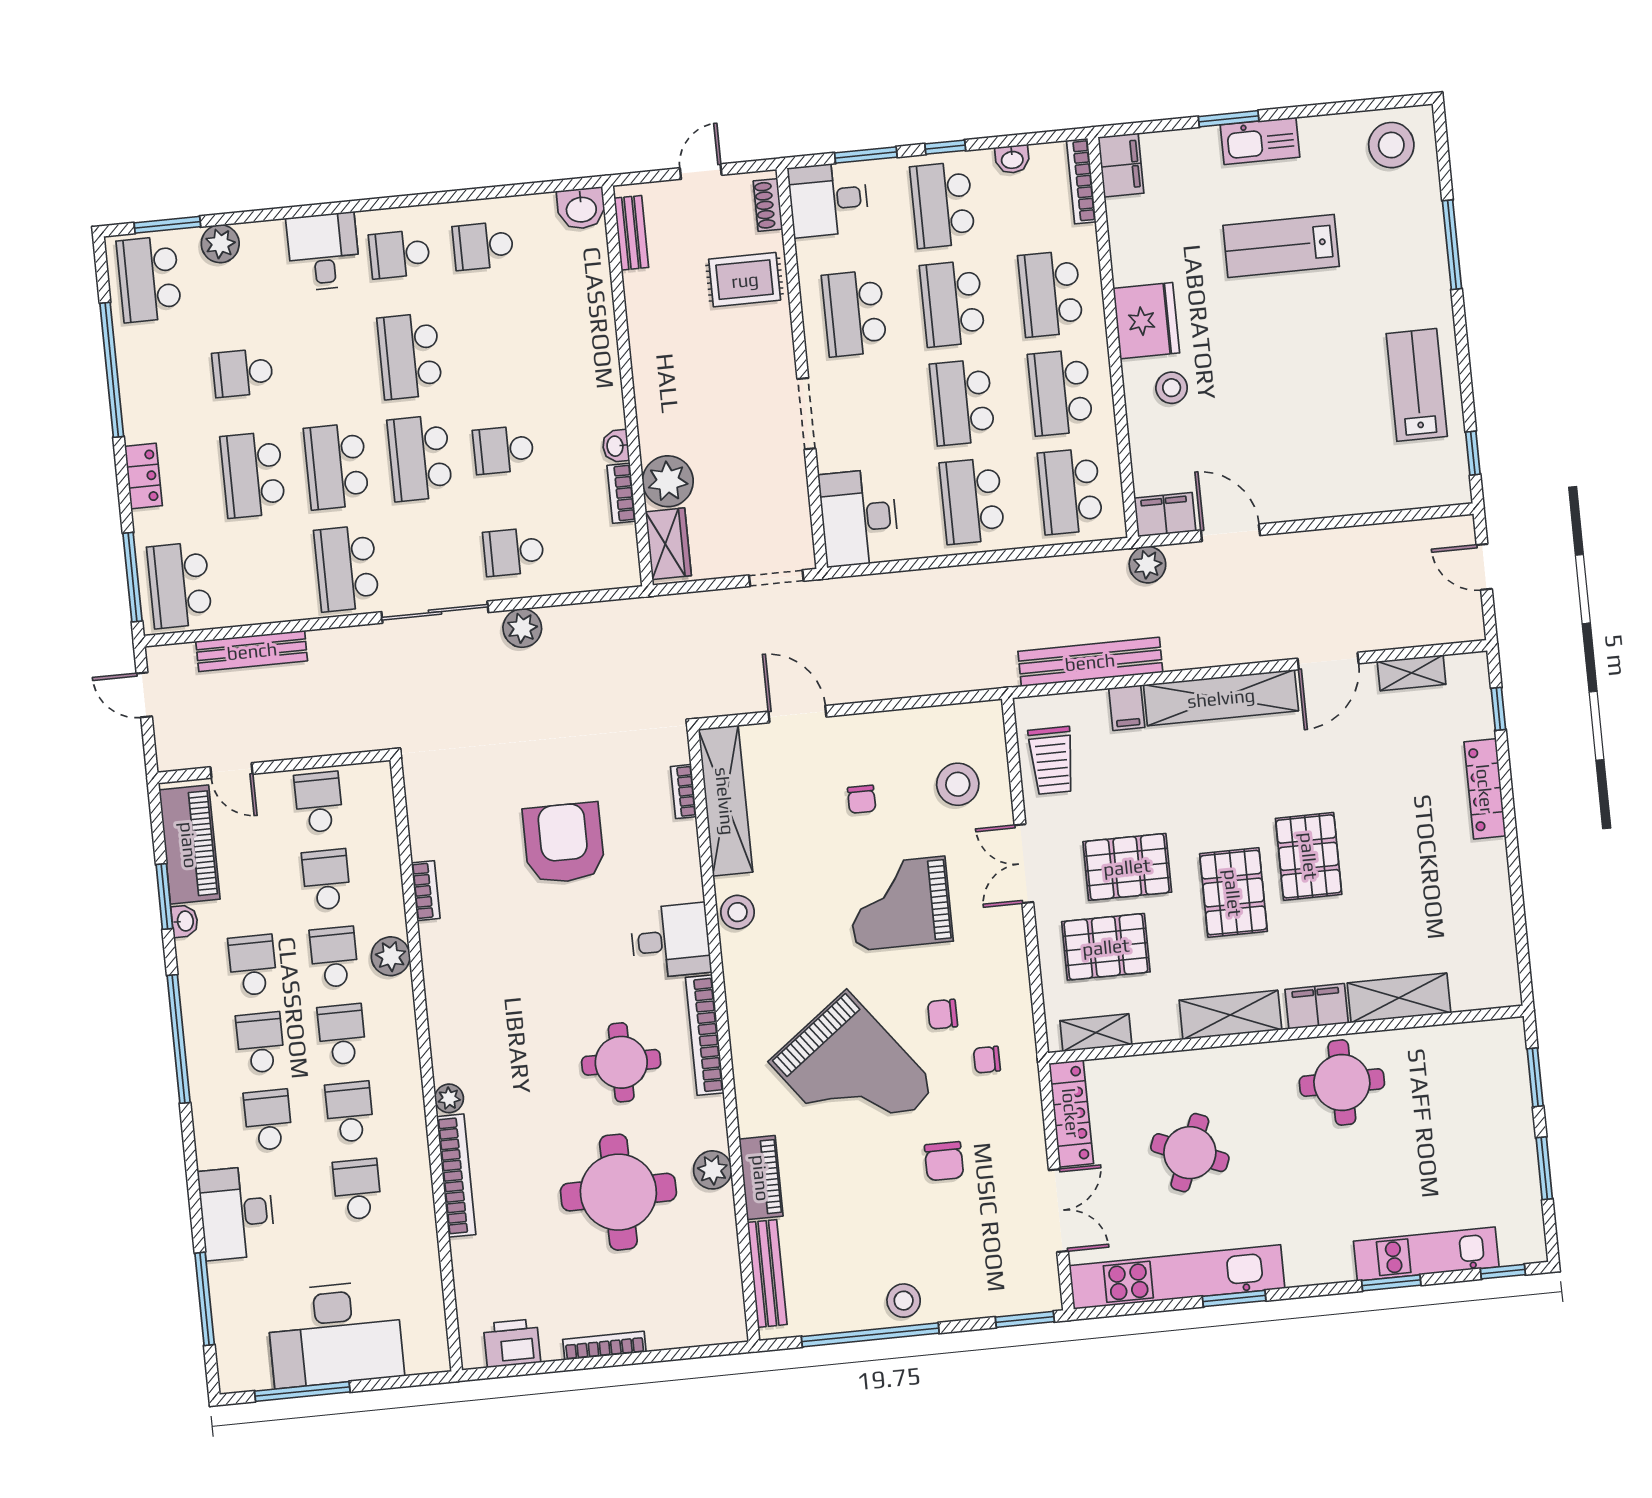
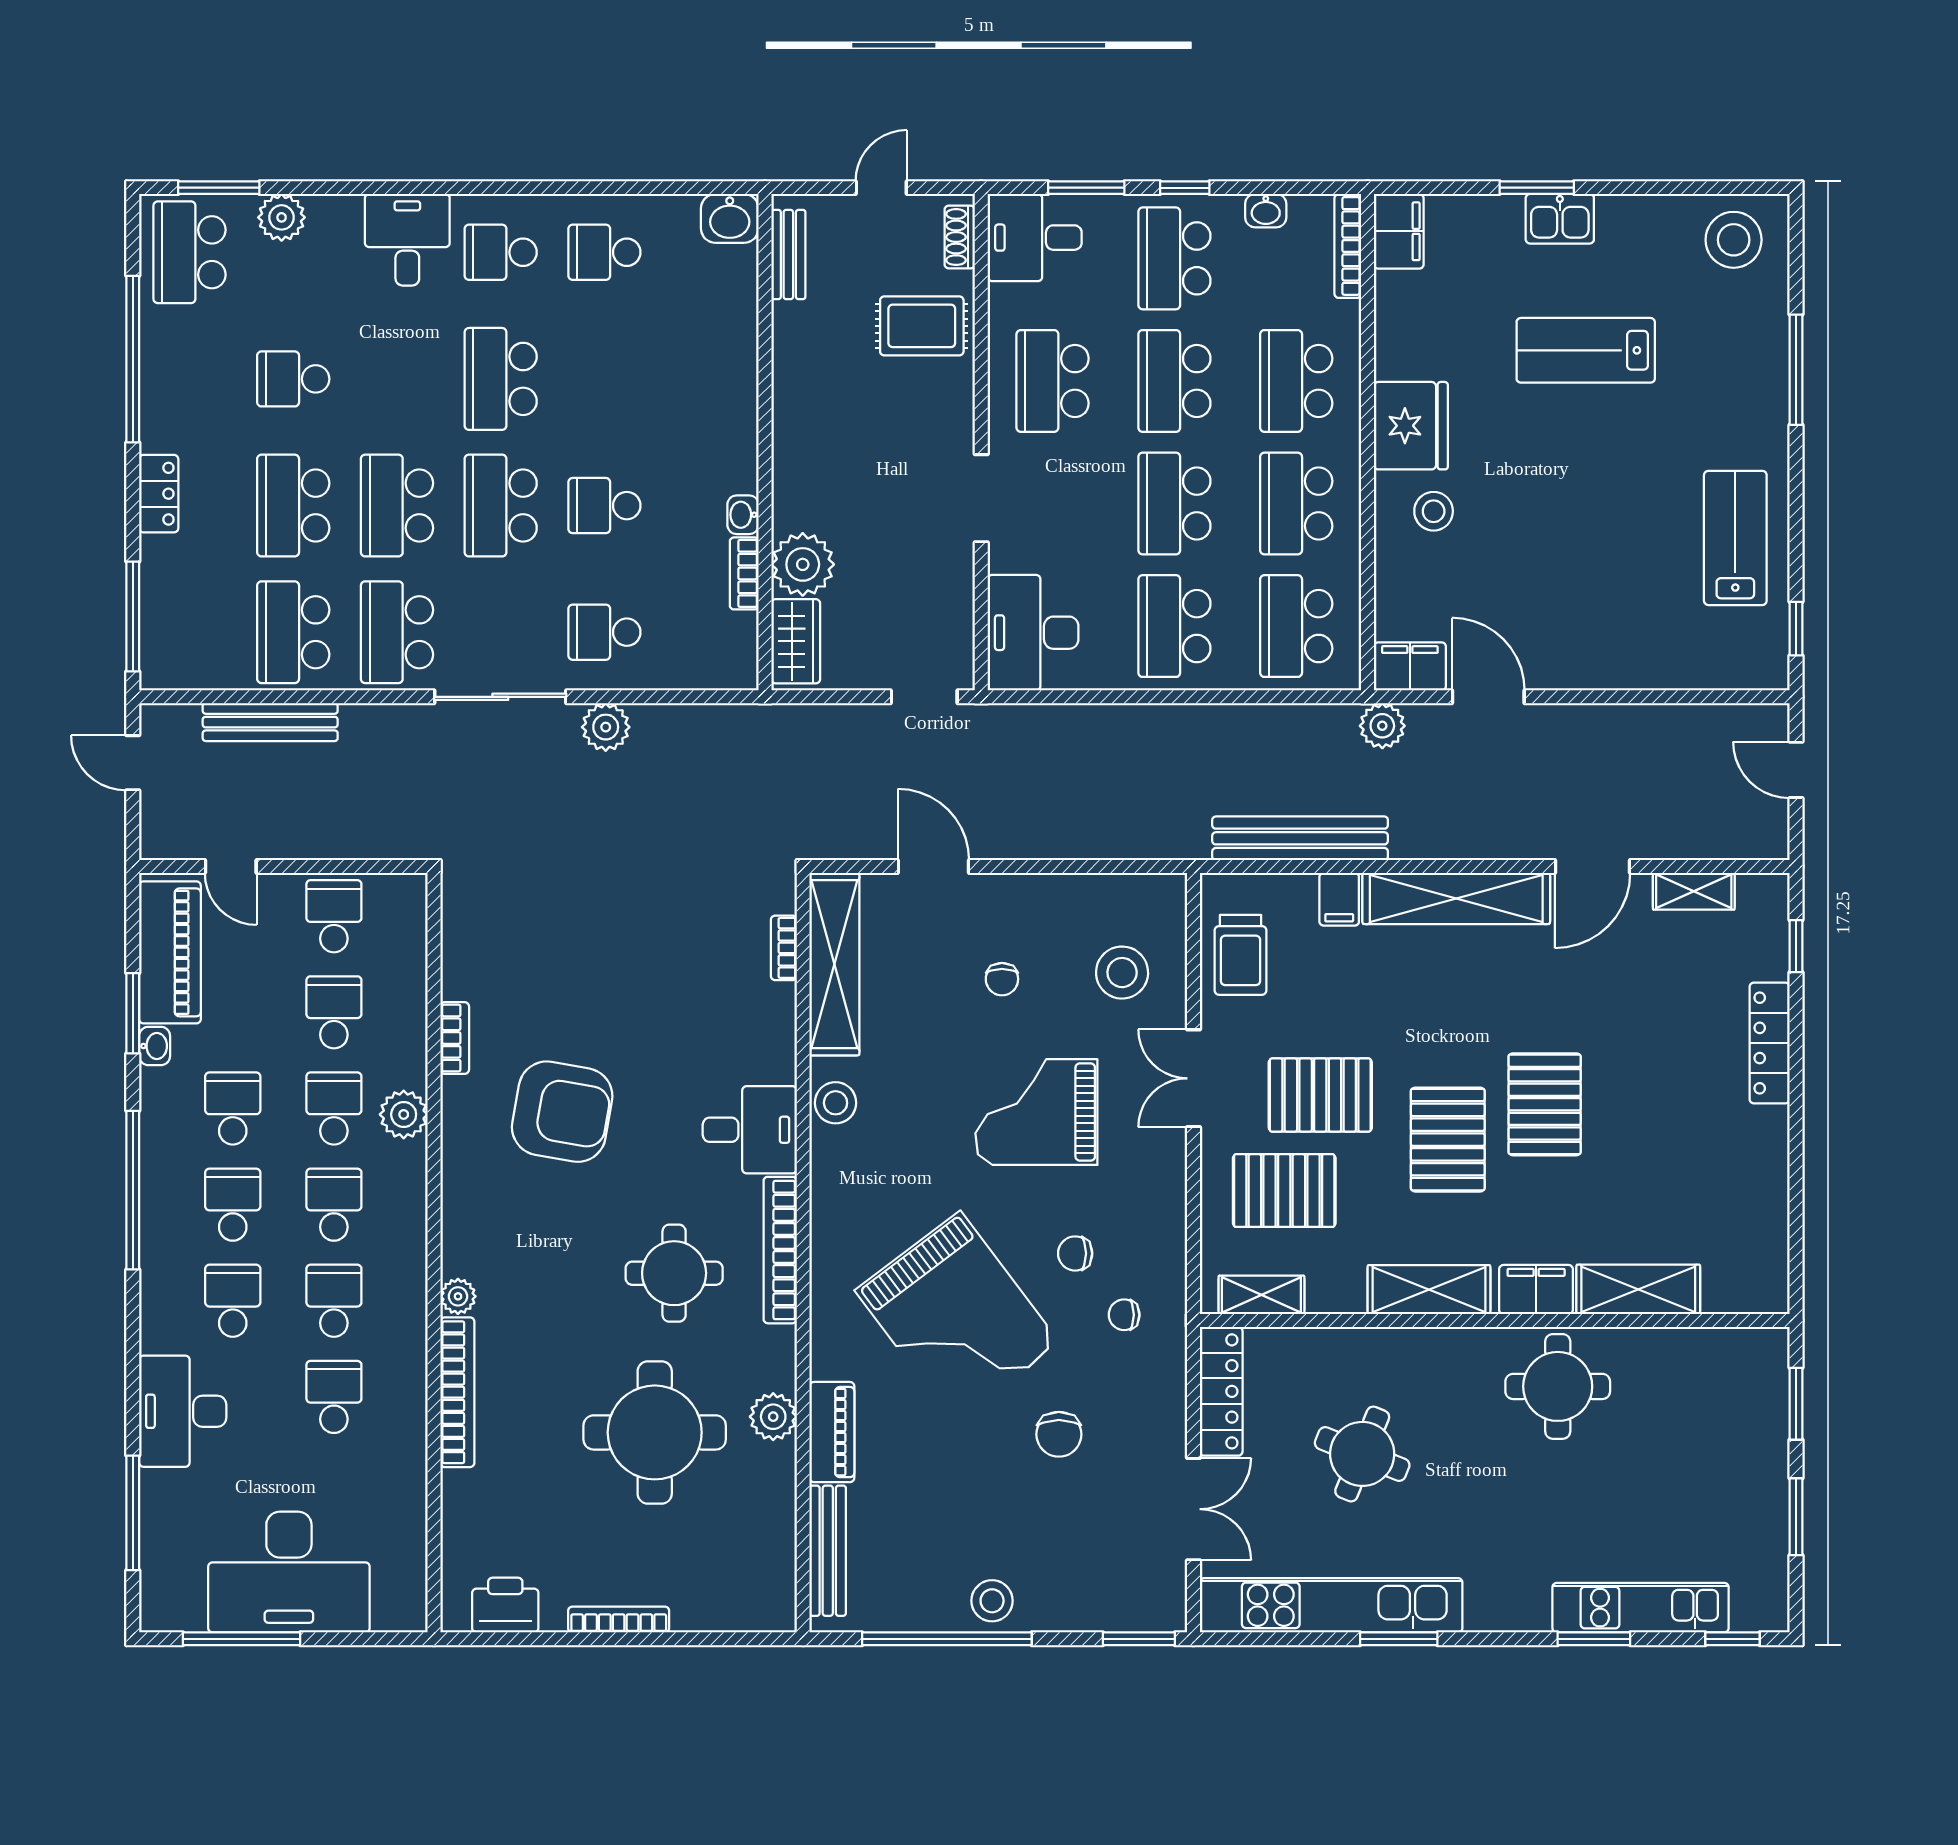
kitchen sink: (1260, 141) -> (1560, 219), width x0.73
school desk: (180, 585) -> (293, 632), moved
armchair: (564, 843) -> (562, 1112), moved, turned 100

